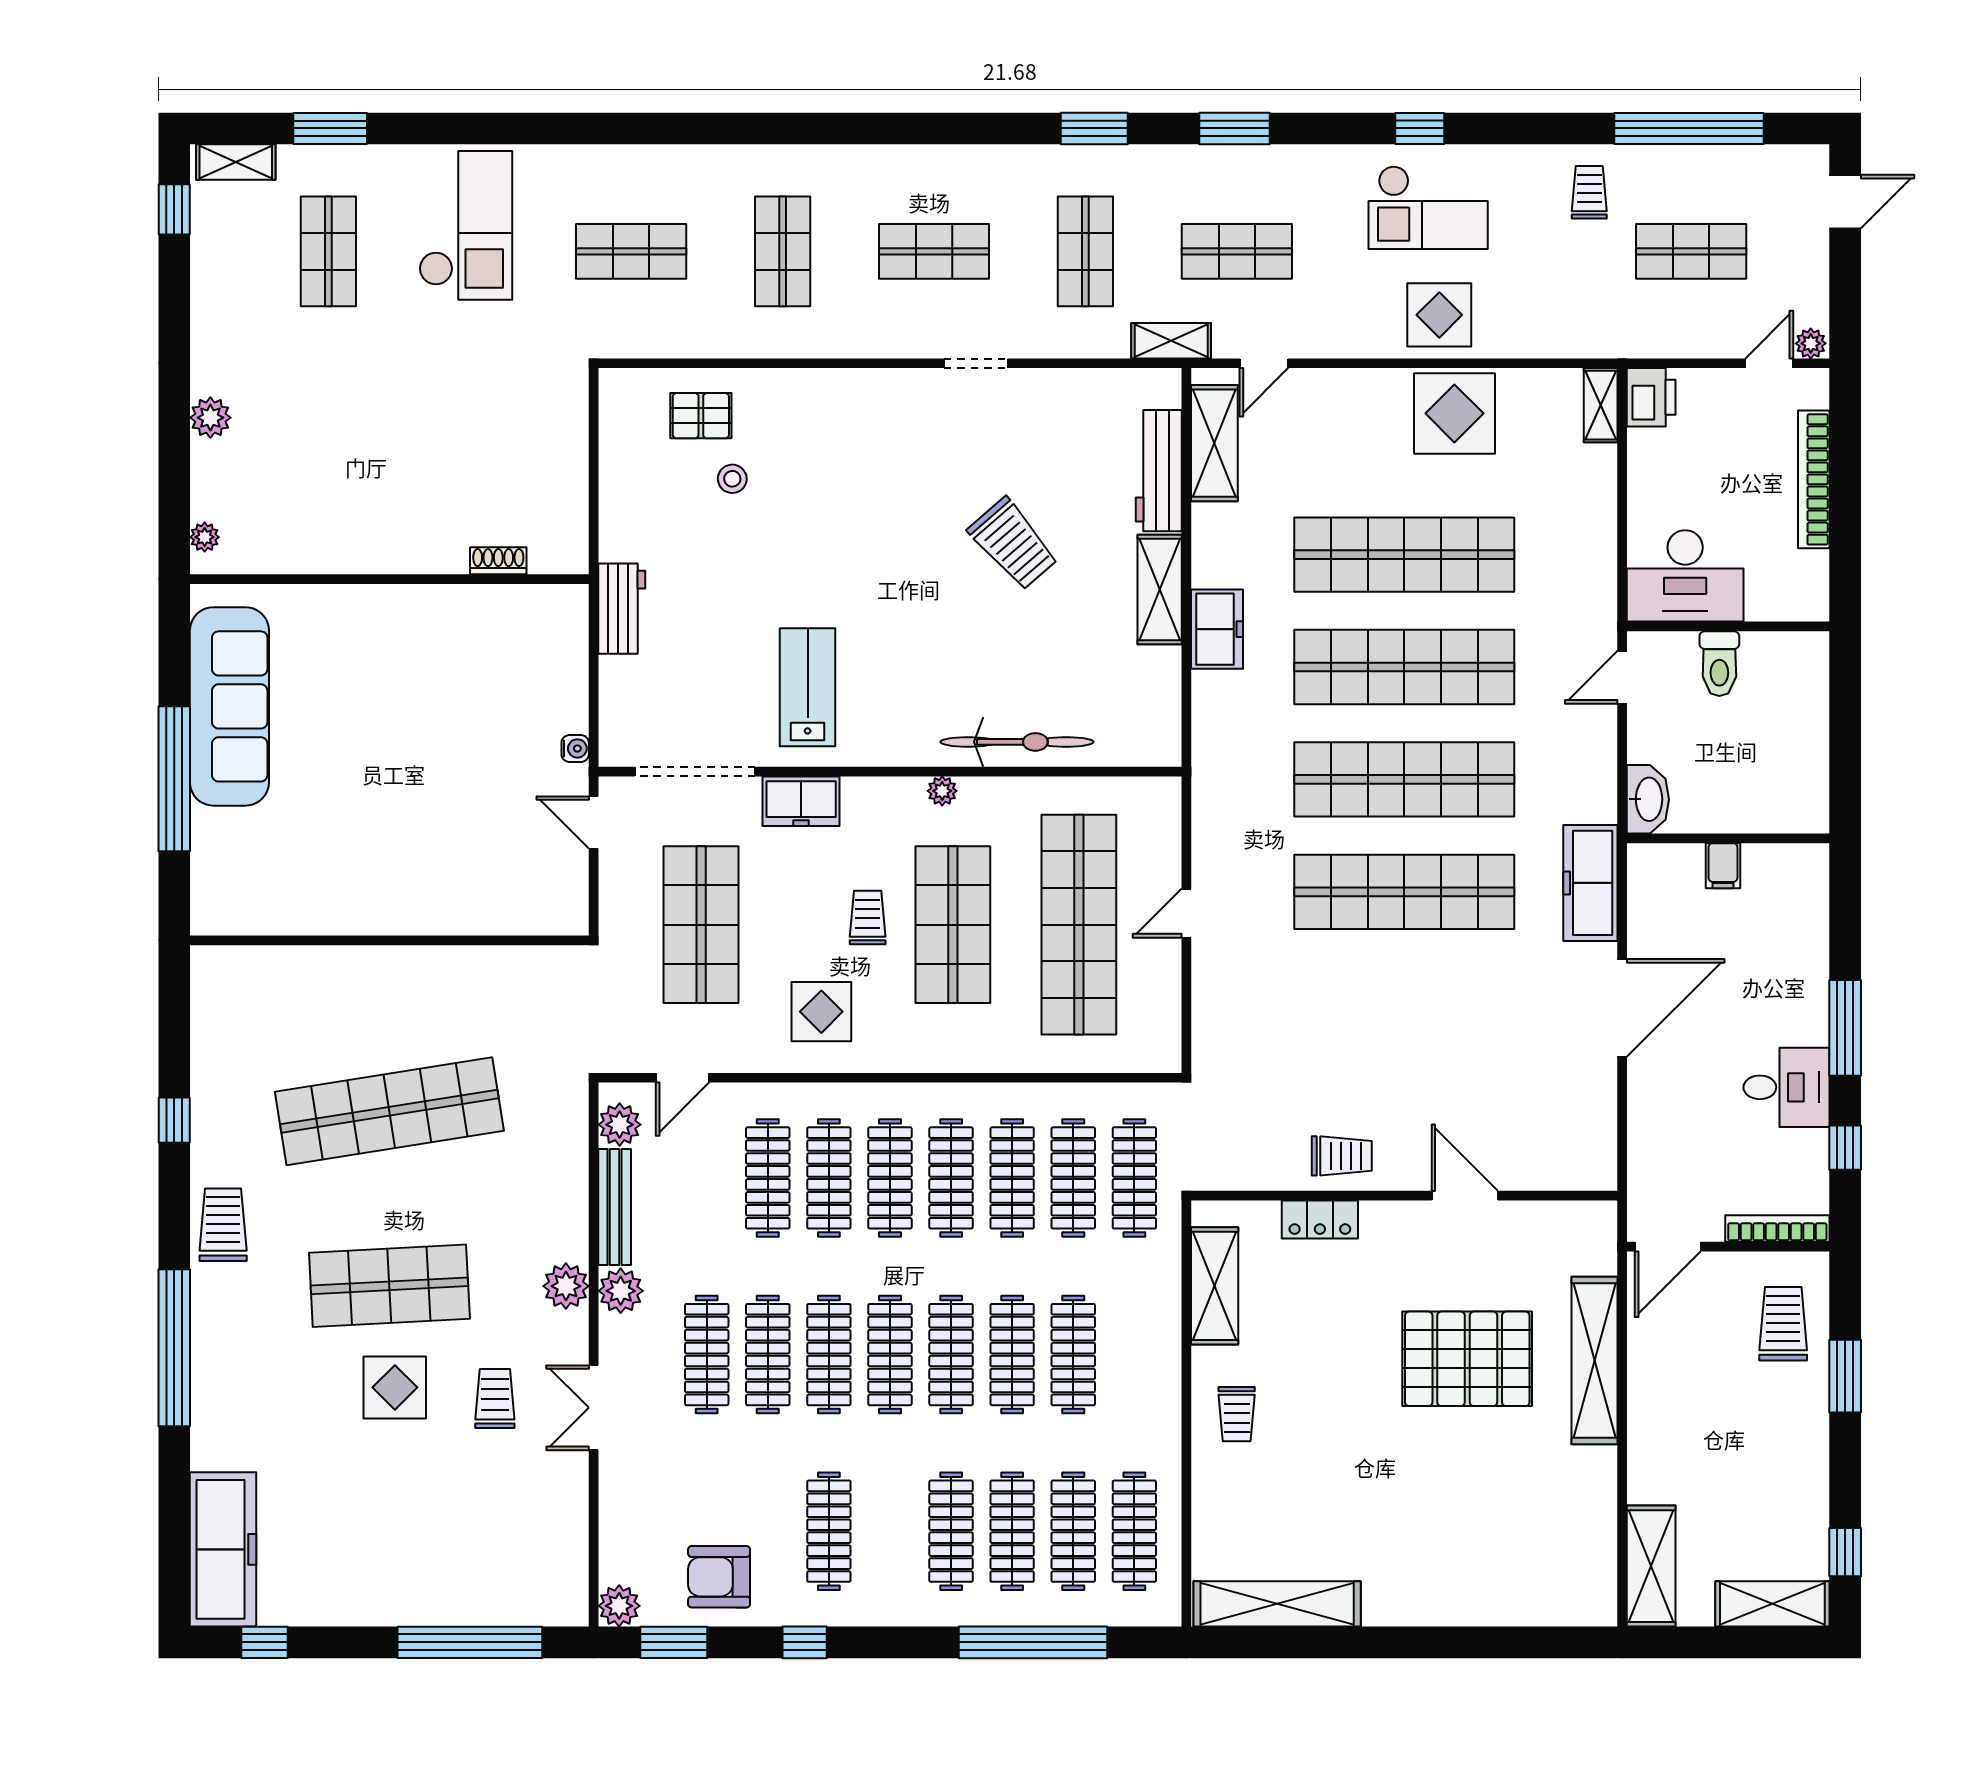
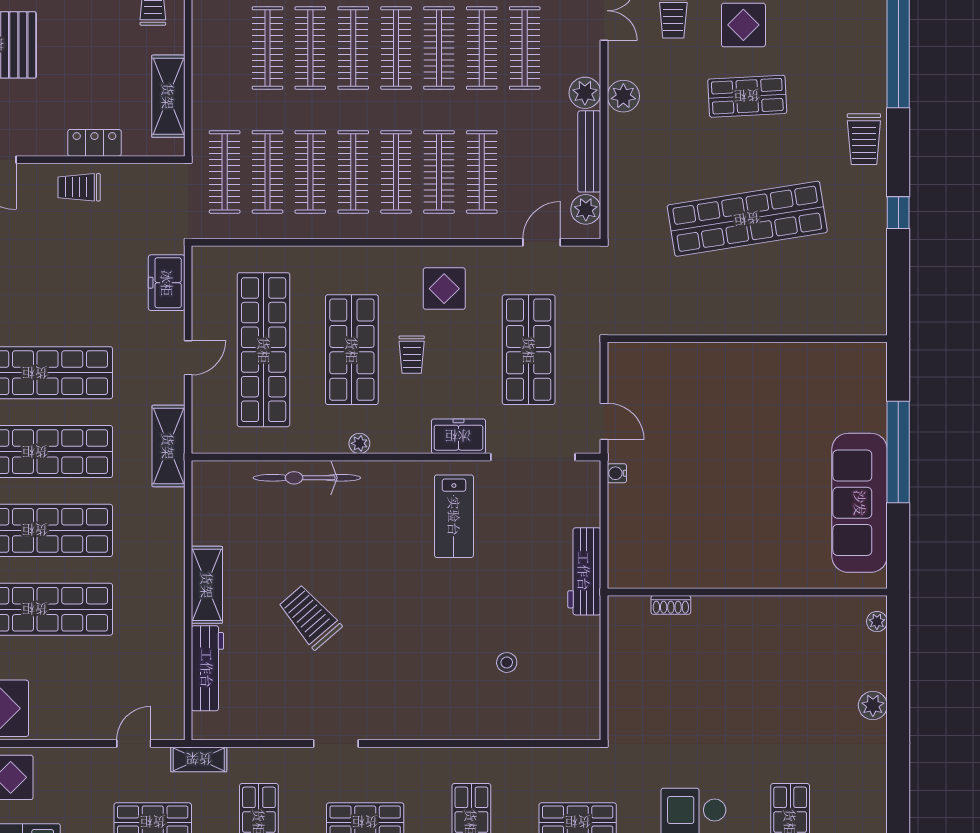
pallet: (701, 416) -> (529, 707), removed
shelving: (1214, 443) -> (168, 446), moved
workbench: (622, 609) -> (584, 571), width x1.37
freezer: (1217, 629) -> (167, 283), moved
shop shelf: (389, 1286) -> (747, 96), width x0.70, depth x0.74

